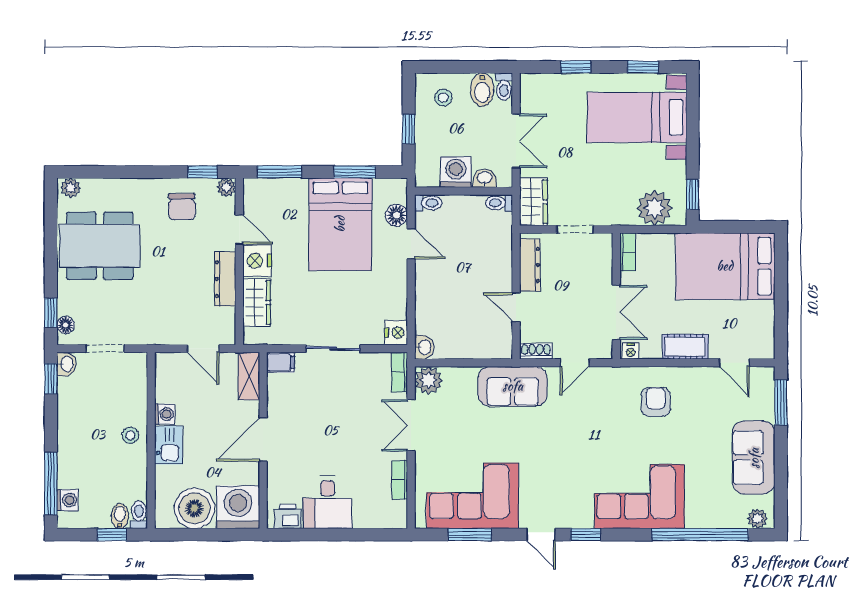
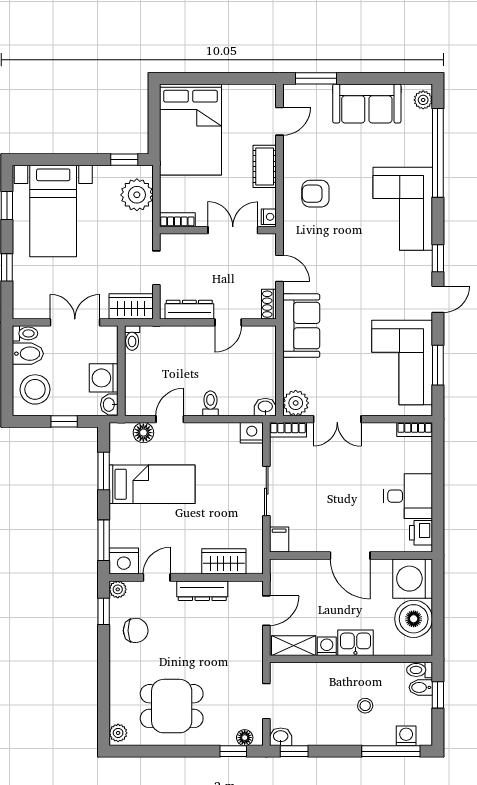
stool: (443, 98) -> (35, 389), width x1.89, depth x1.89
washbasin: (485, 178) -> (109, 405), moved
toilet: (428, 203) -> (210, 403), moved
bed: (340, 224) -> (152, 484), width x0.67
dining table: (100, 246) -> (172, 706), width x0.73
nightstand: (257, 261) -> (124, 561), moved
shelving: (249, 376) -> (294, 646), moved
stool: (130, 435) -> (365, 706), moved
bookcase: (400, 480) -> (415, 430), moved

